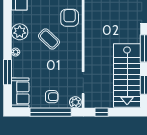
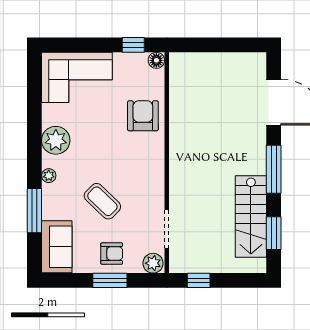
coffee table: (49, 39) -> (102, 201), moved
stairs: (127, 76) -> (251, 217), width x0.73, depth x0.66
window: (51, 112) -> (110, 280), width x0.47

